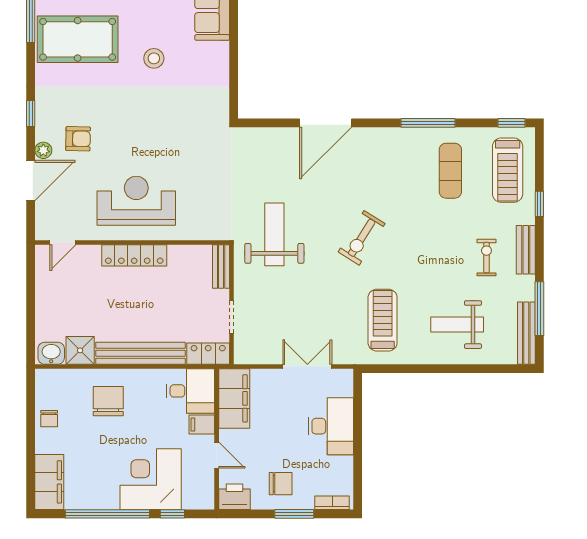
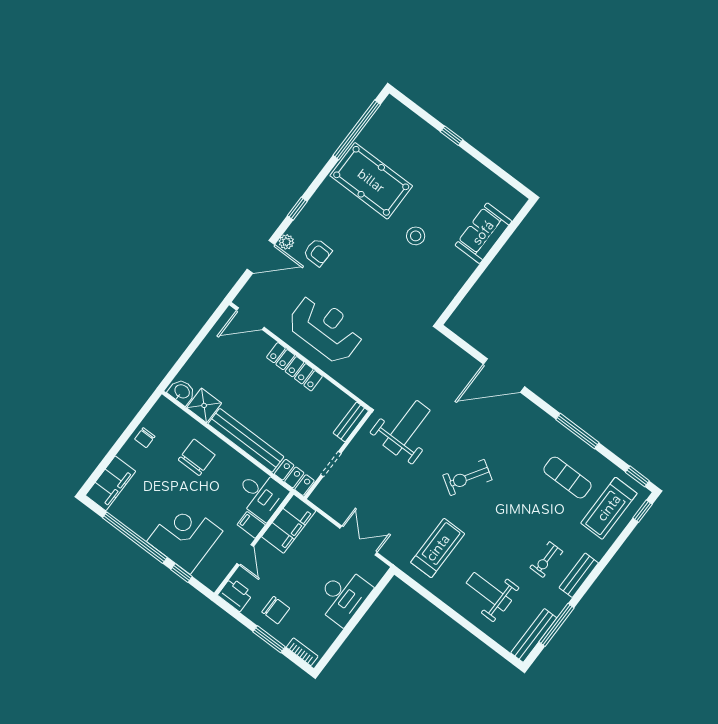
exercise mat: (450, 171) -> (567, 478), turned 90
window: (539, 204) -> (642, 511), moved
door: (63, 243) -> (250, 319), width x1.38
exercise bike: (486, 258) -> (546, 560), turned 180

